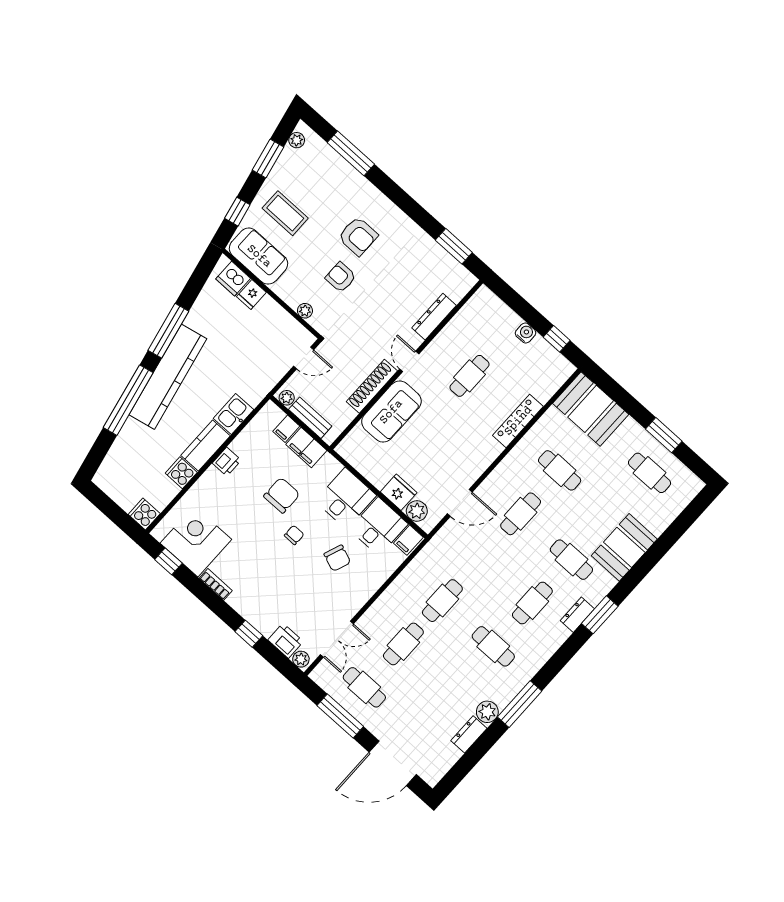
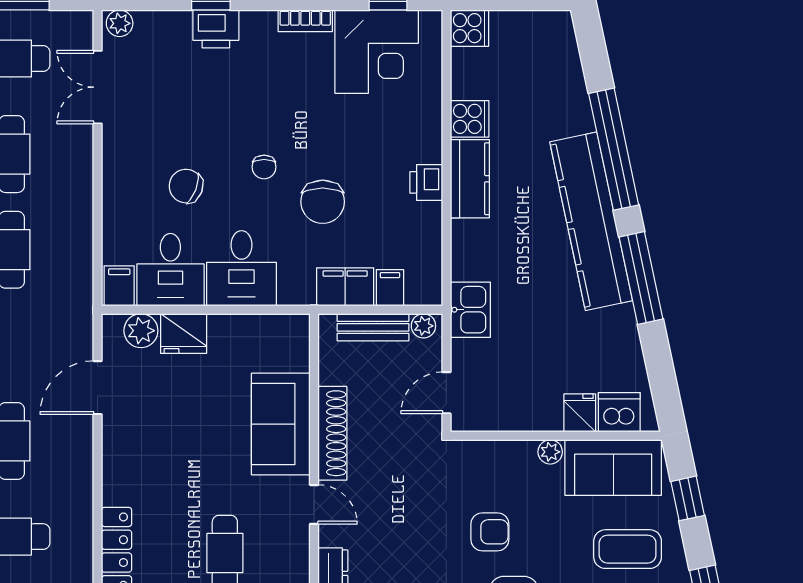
plant: (305, 311) -> (550, 452), moved
kitchen sink: (234, 414) -> (470, 310), moved
printer: (286, 641) -> (216, 29), moved

